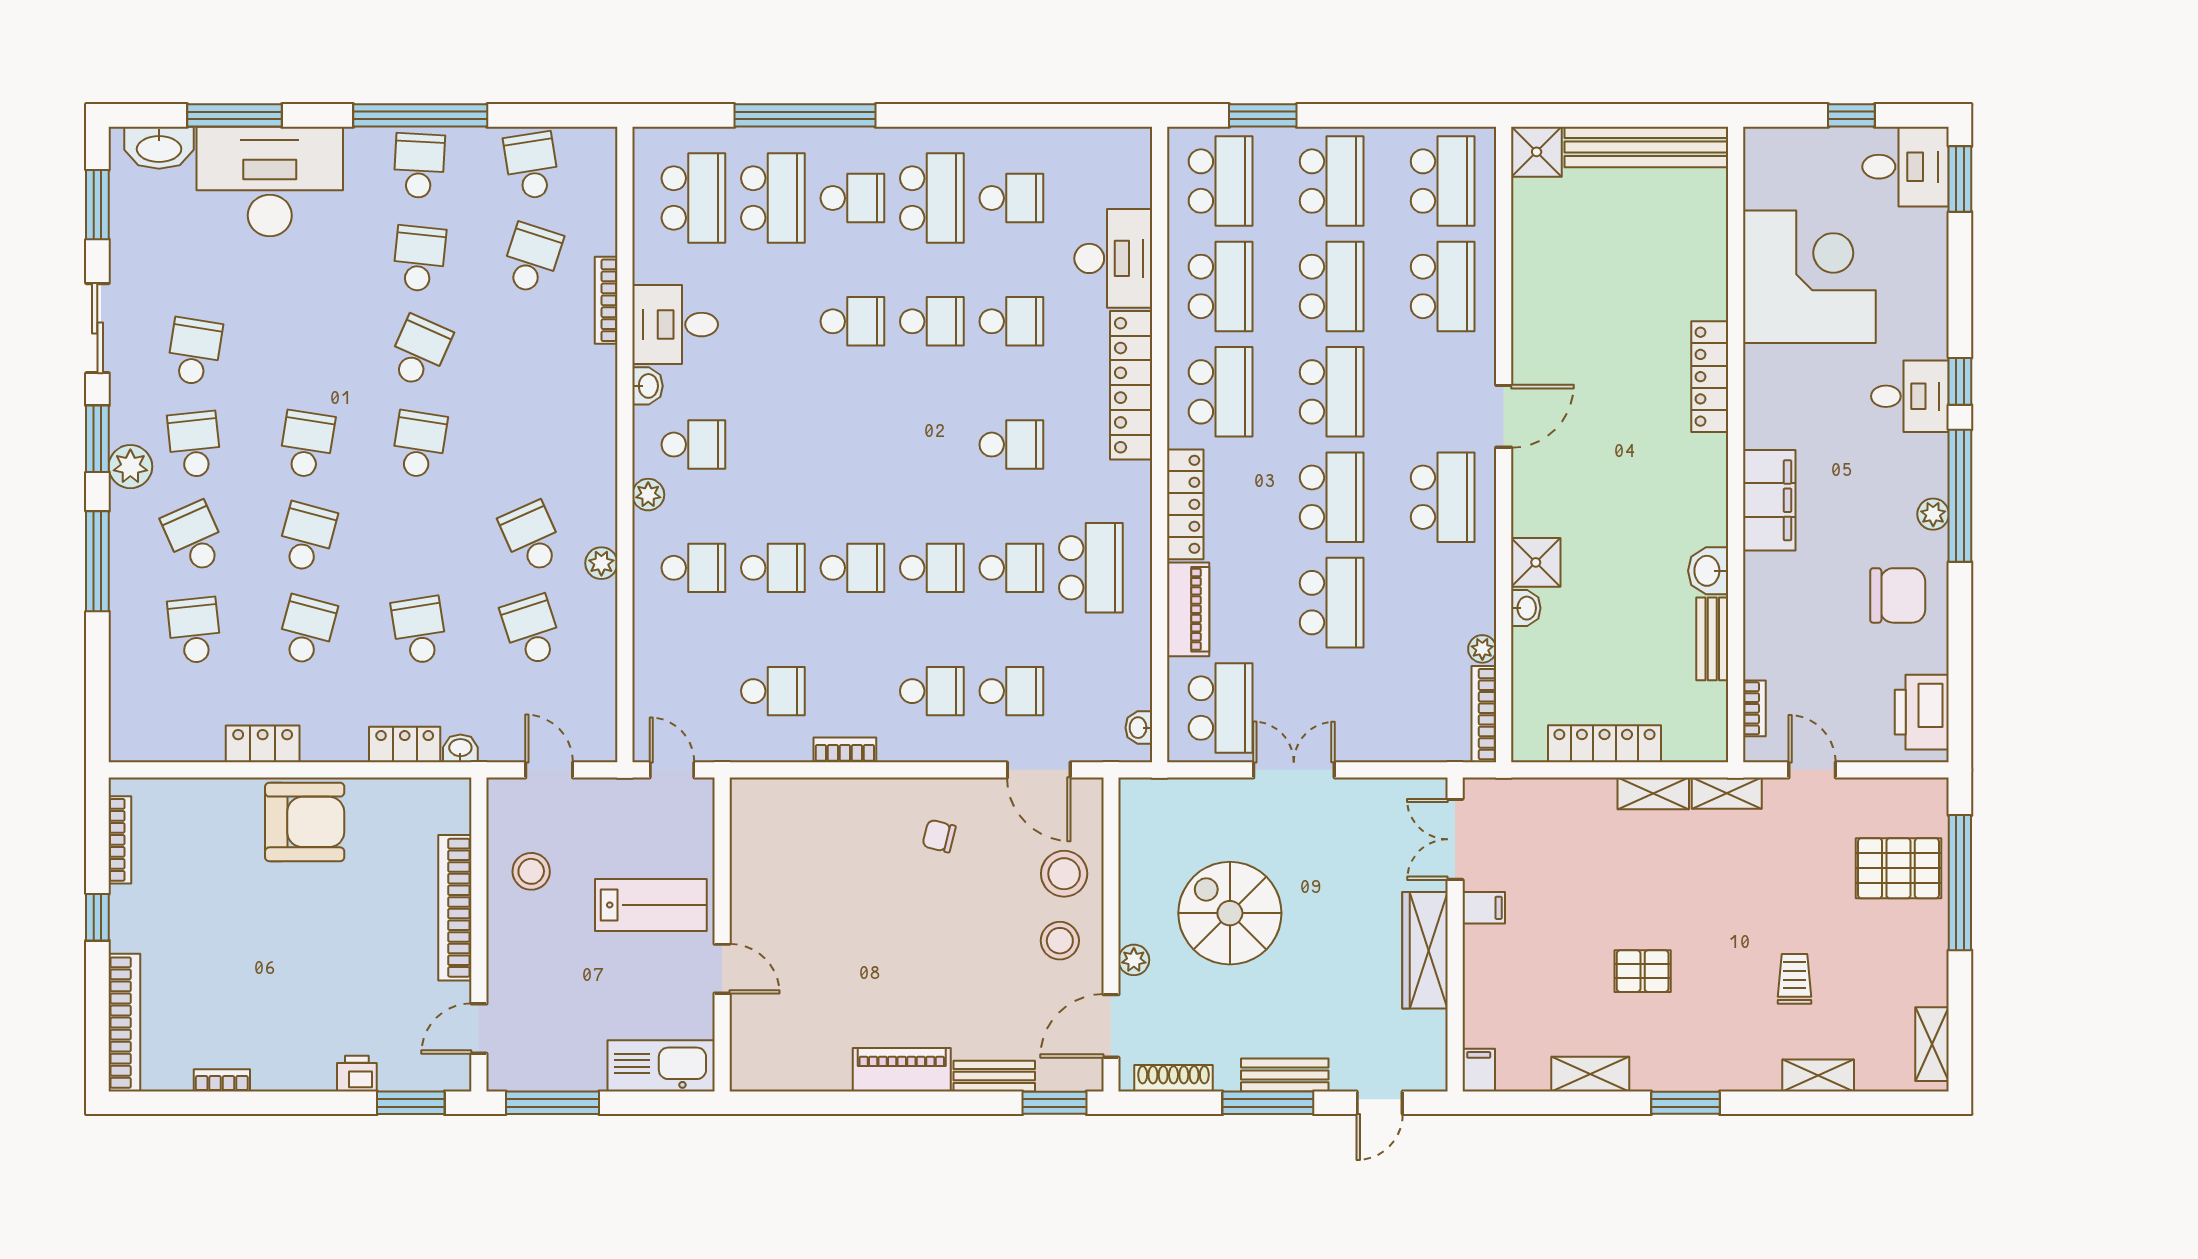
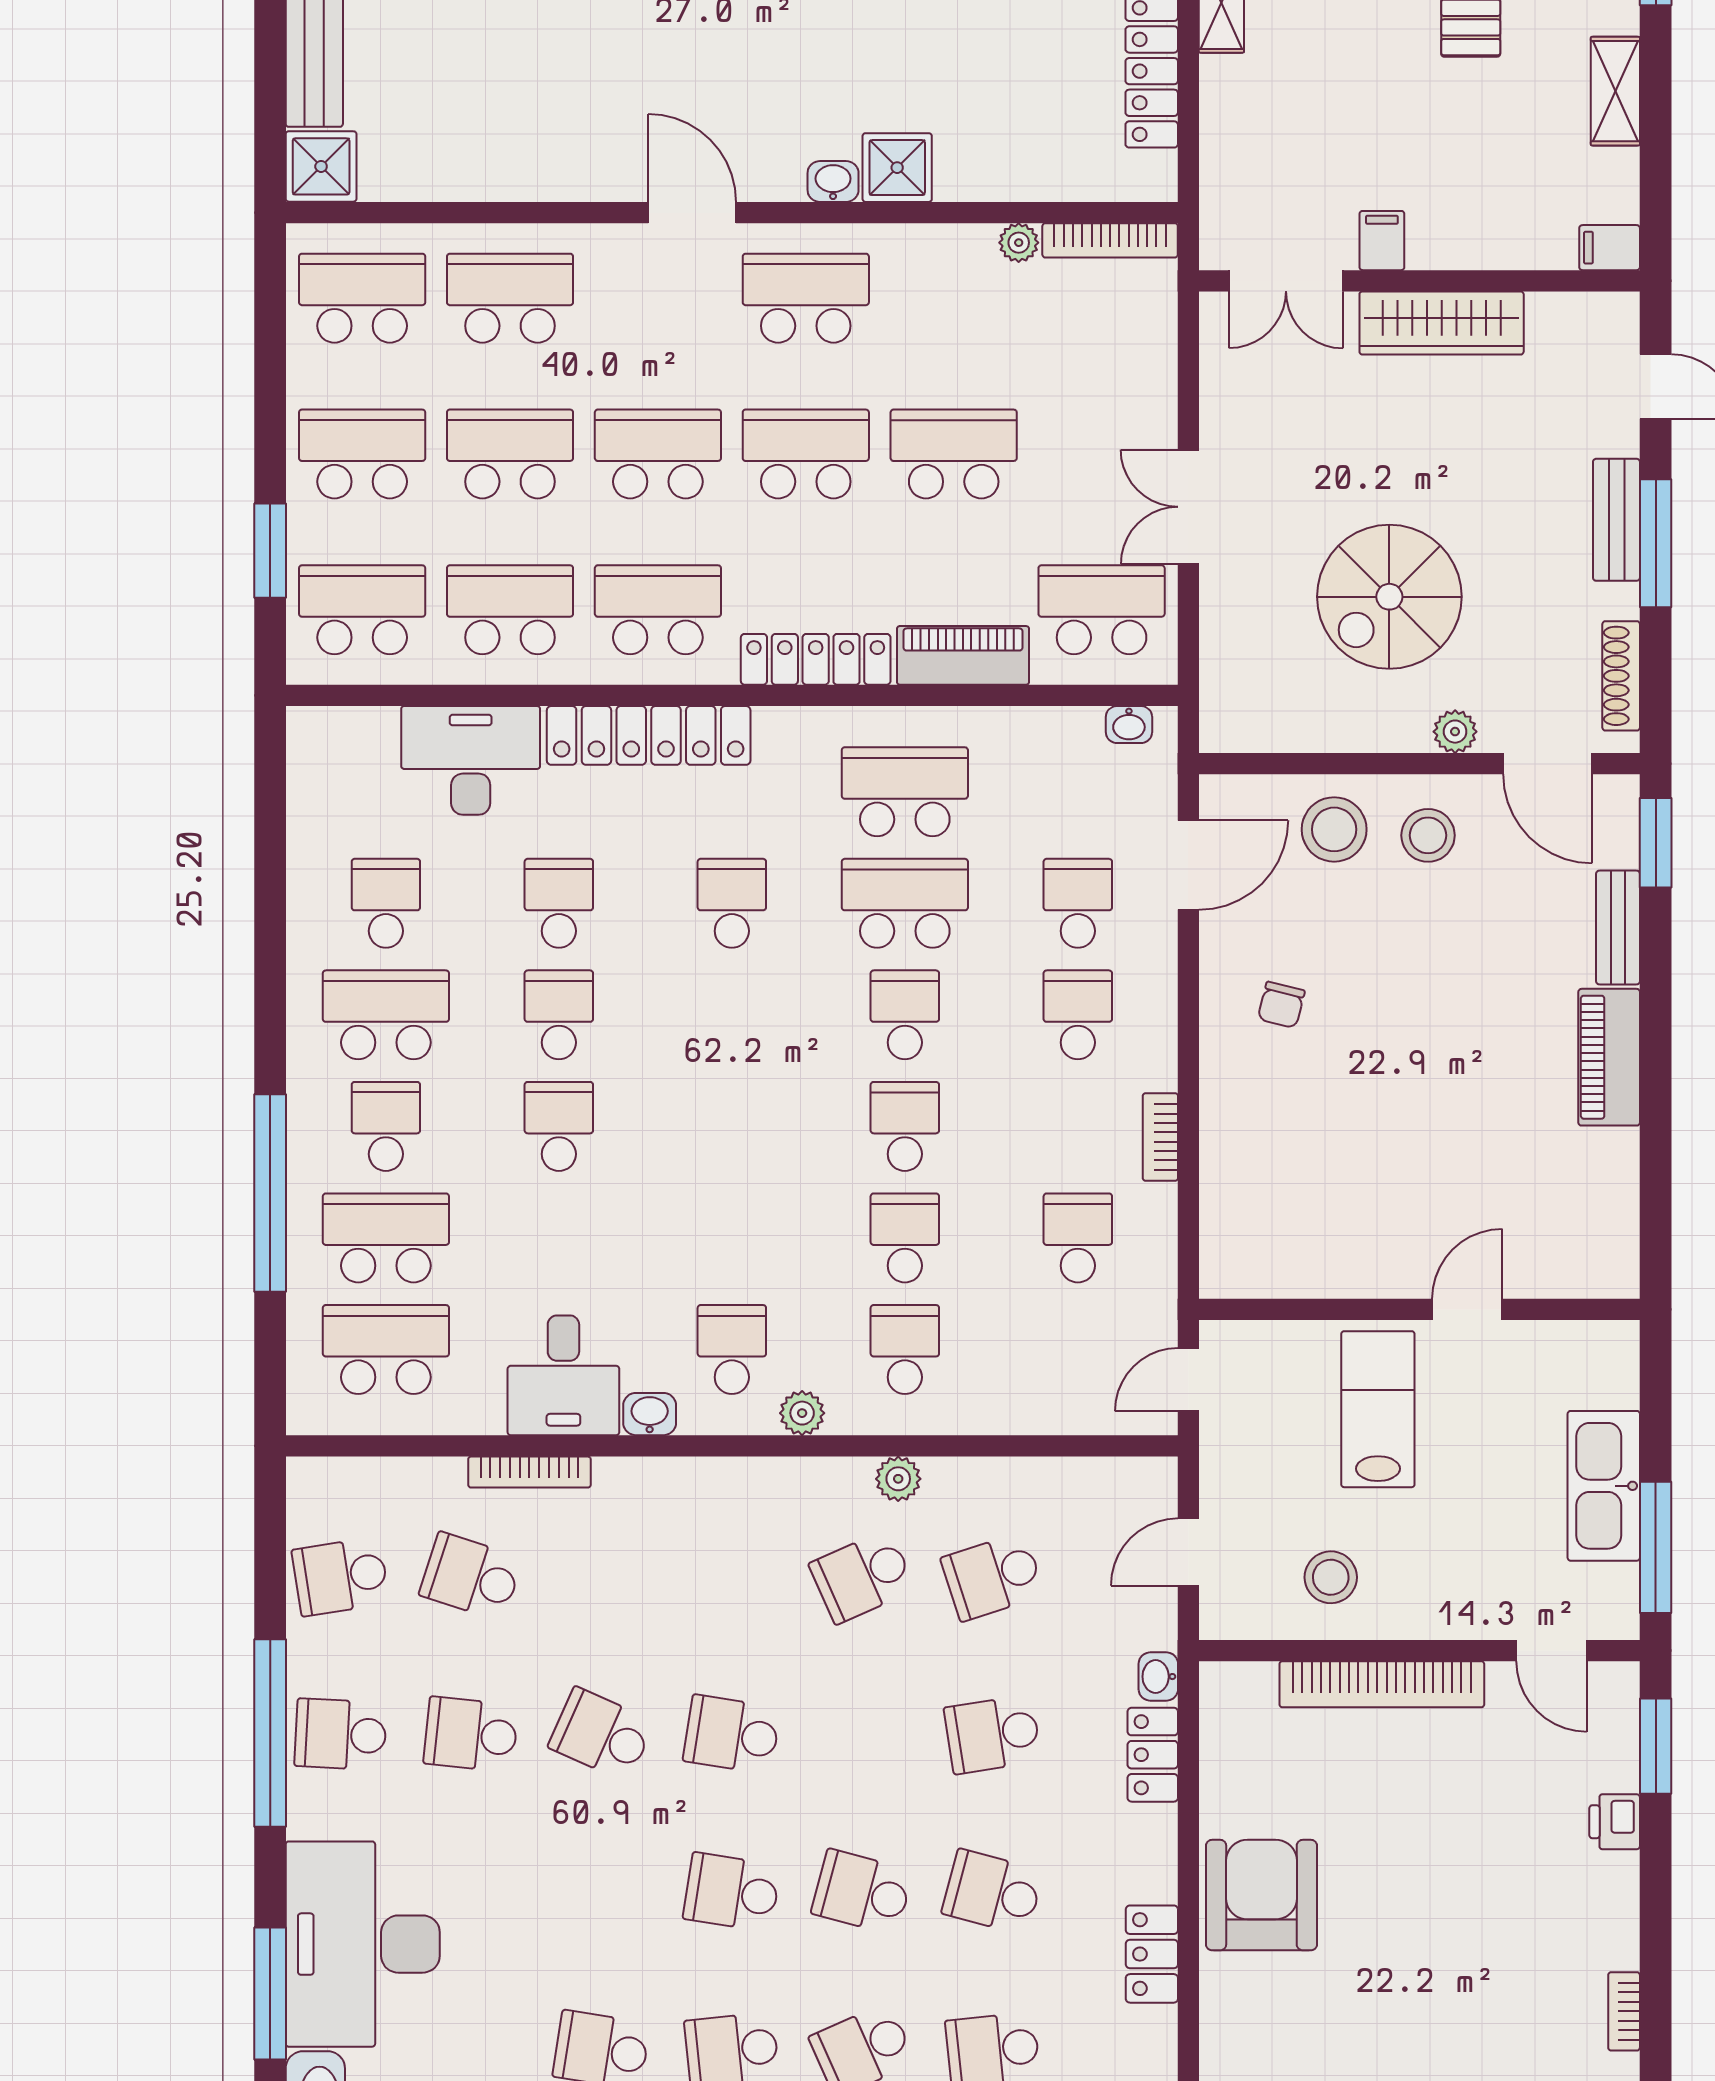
school desk: (1011, 568) -> (905, 903), width x1.85
washbasin: (1526, 608) -> (833, 181), moved
kitchen sink: (661, 1066) -> (1604, 1486), moved

